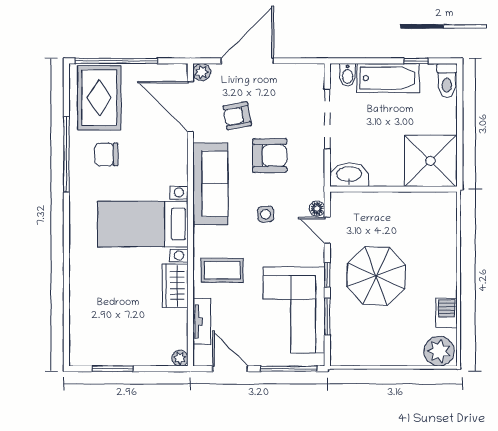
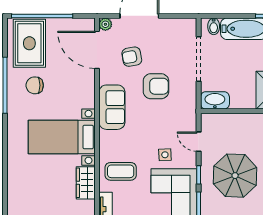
sofa: (210, 184) -> (112, 107), width x0.73
floor lamp: (317, 209) -> (191, 126), removed
side table: (266, 214) -> (165, 155), moved

